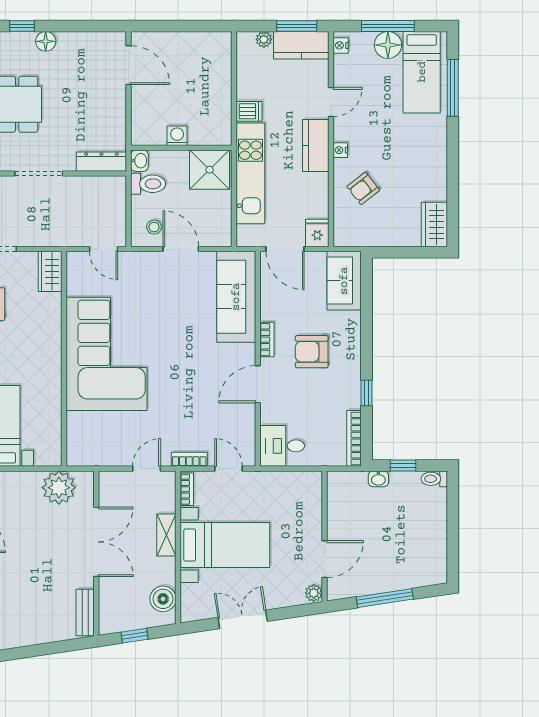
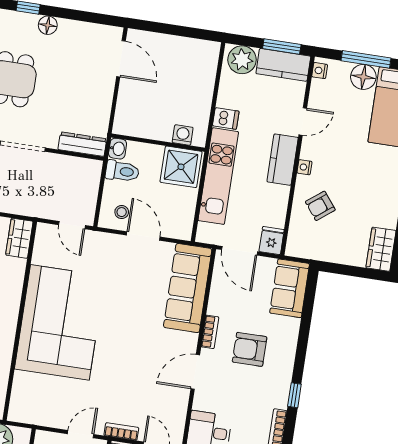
plant: (264, 39) -> (242, 60), width x1.87, depth x1.87
washing machine: (177, 136) -> (183, 135), moved

